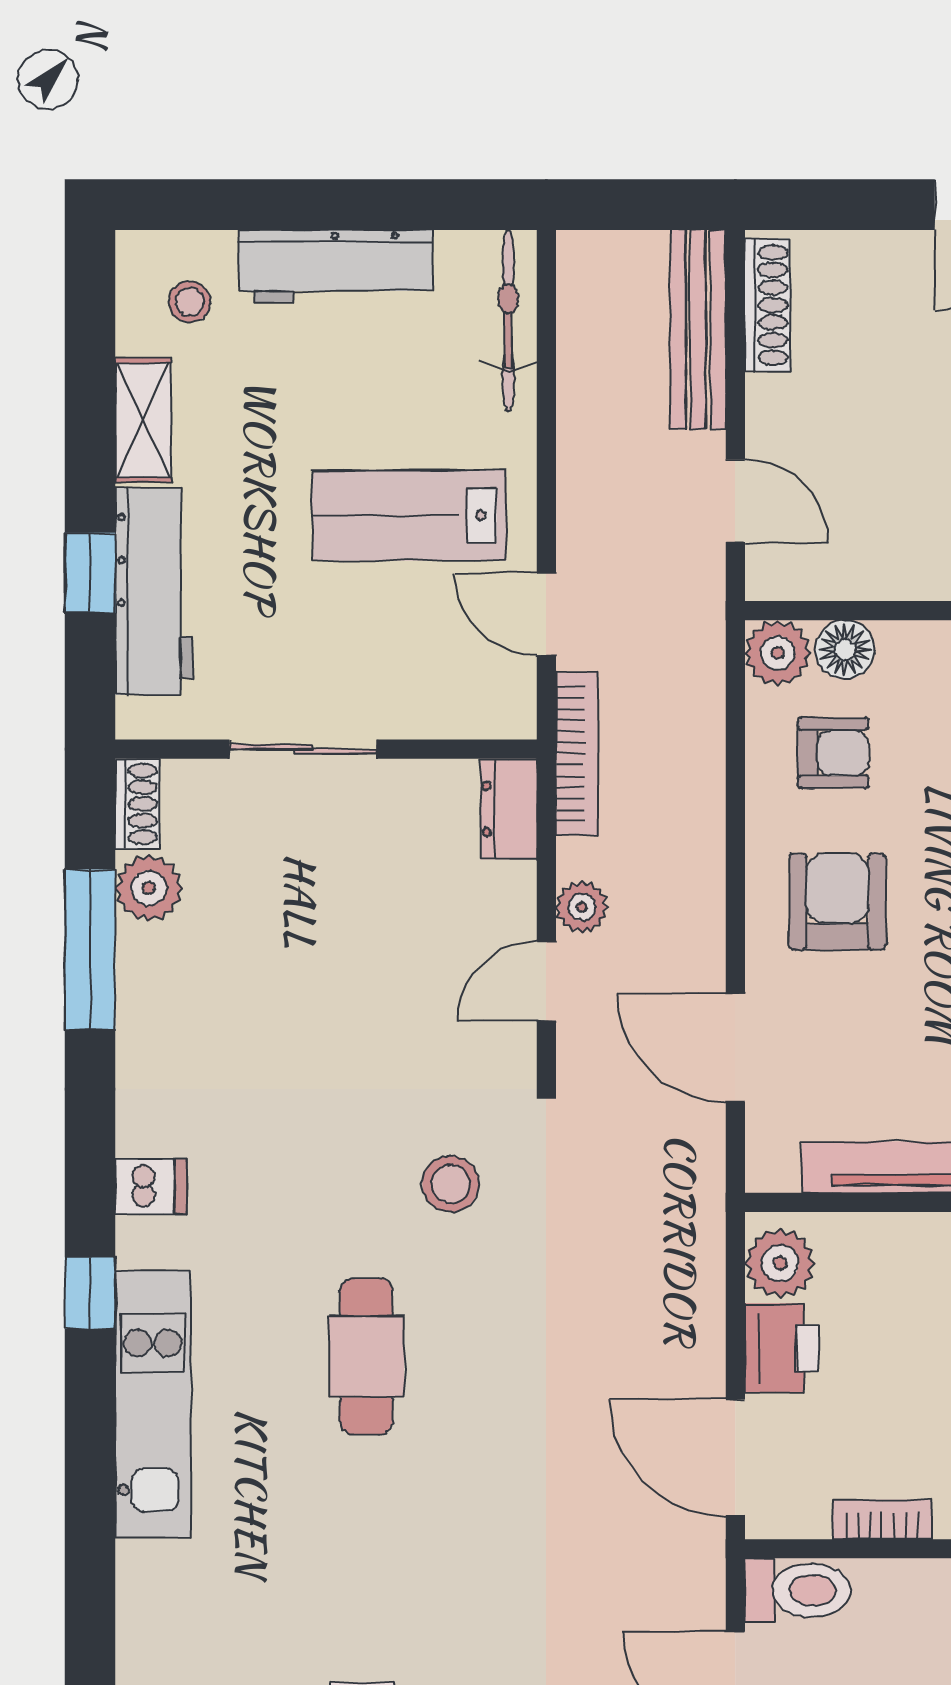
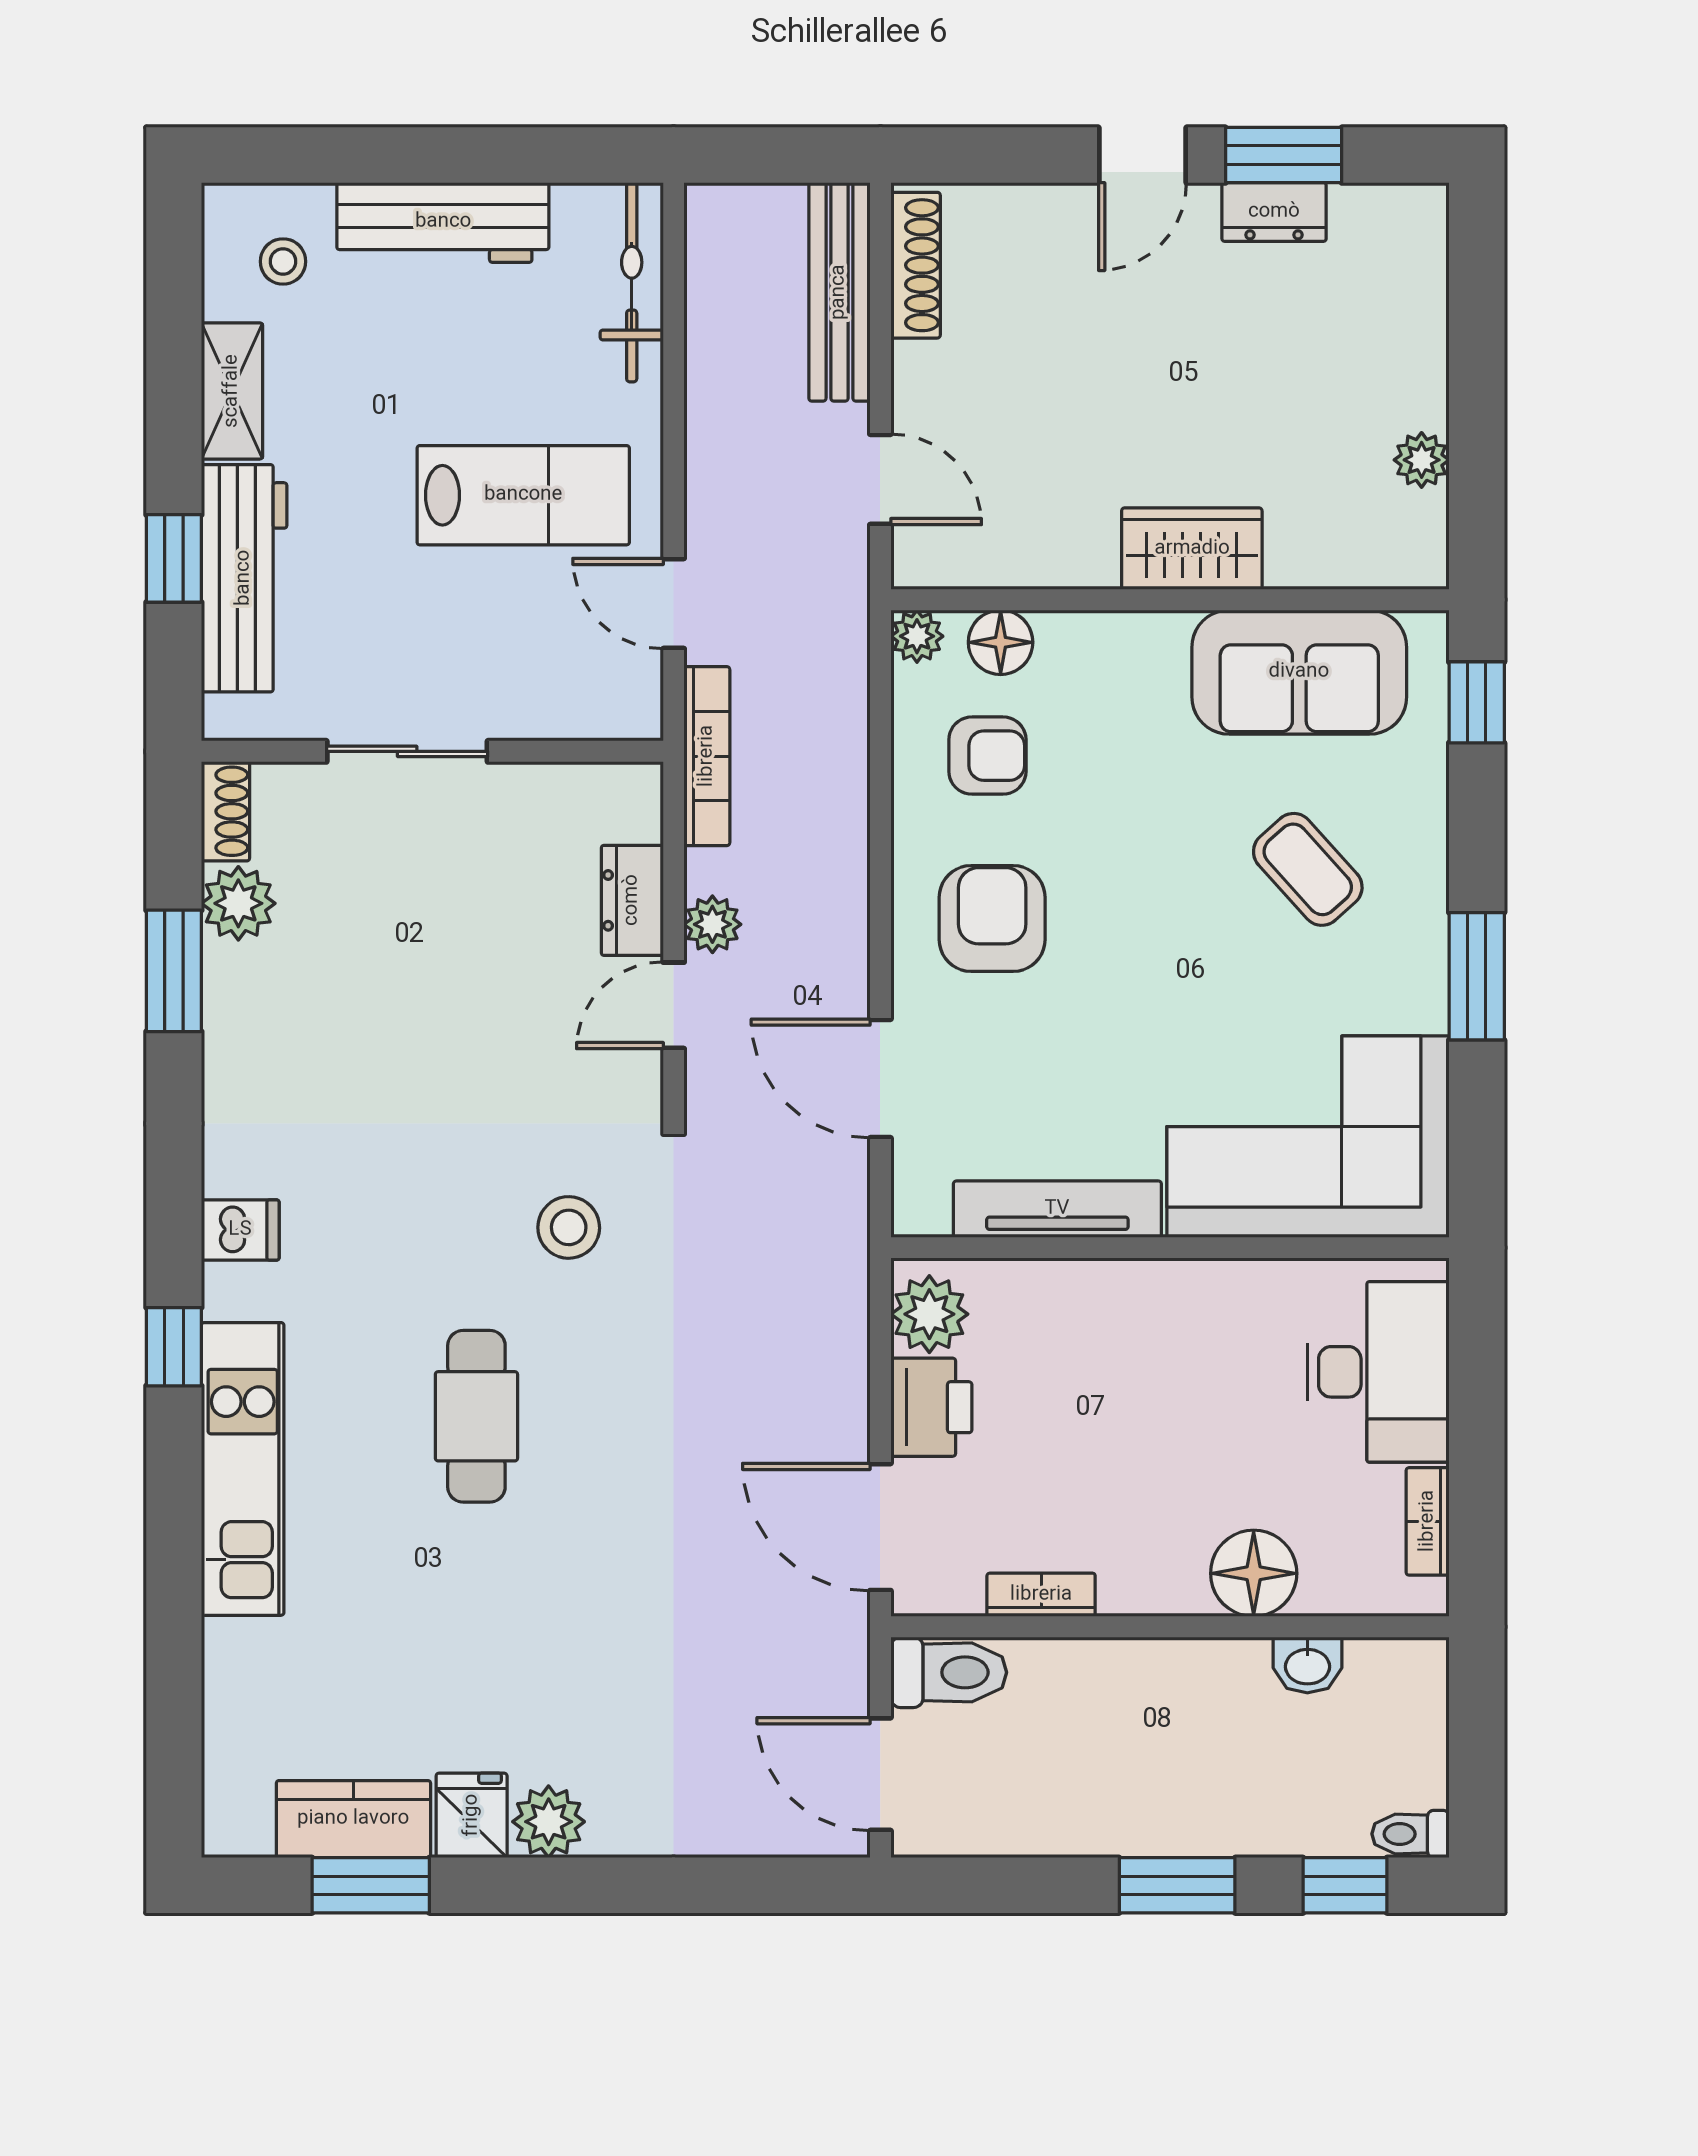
lab bench: (409, 515) -> (523, 495), turned 180
plant: (778, 653) -> (917, 636), width x0.73, depth x0.73
dresser: (509, 809) -> (632, 900), moved
window: (90, 950) -> (174, 971), width x0.69

